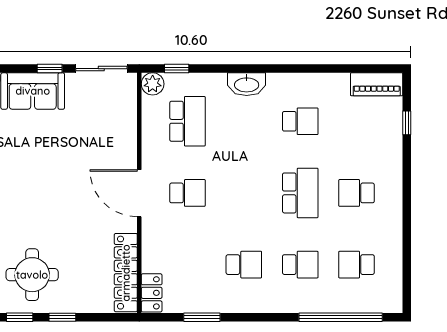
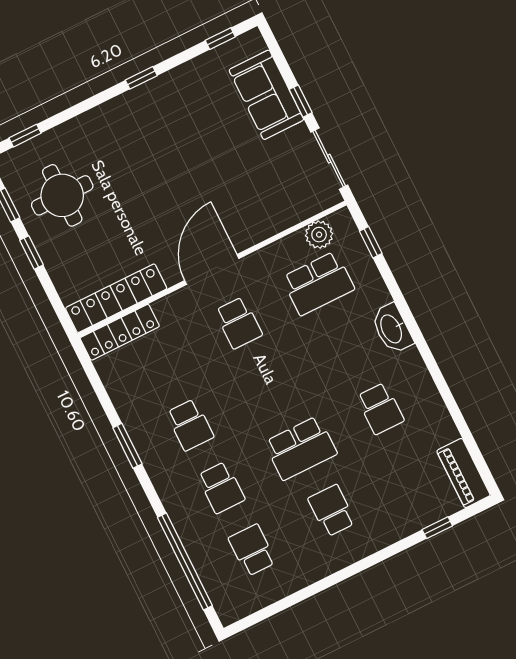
plant: (153, 84) -> (319, 235), moved
locker: (152, 293) -> (120, 332), width x1.53
window: (202, 317) -> (127, 446), moved

